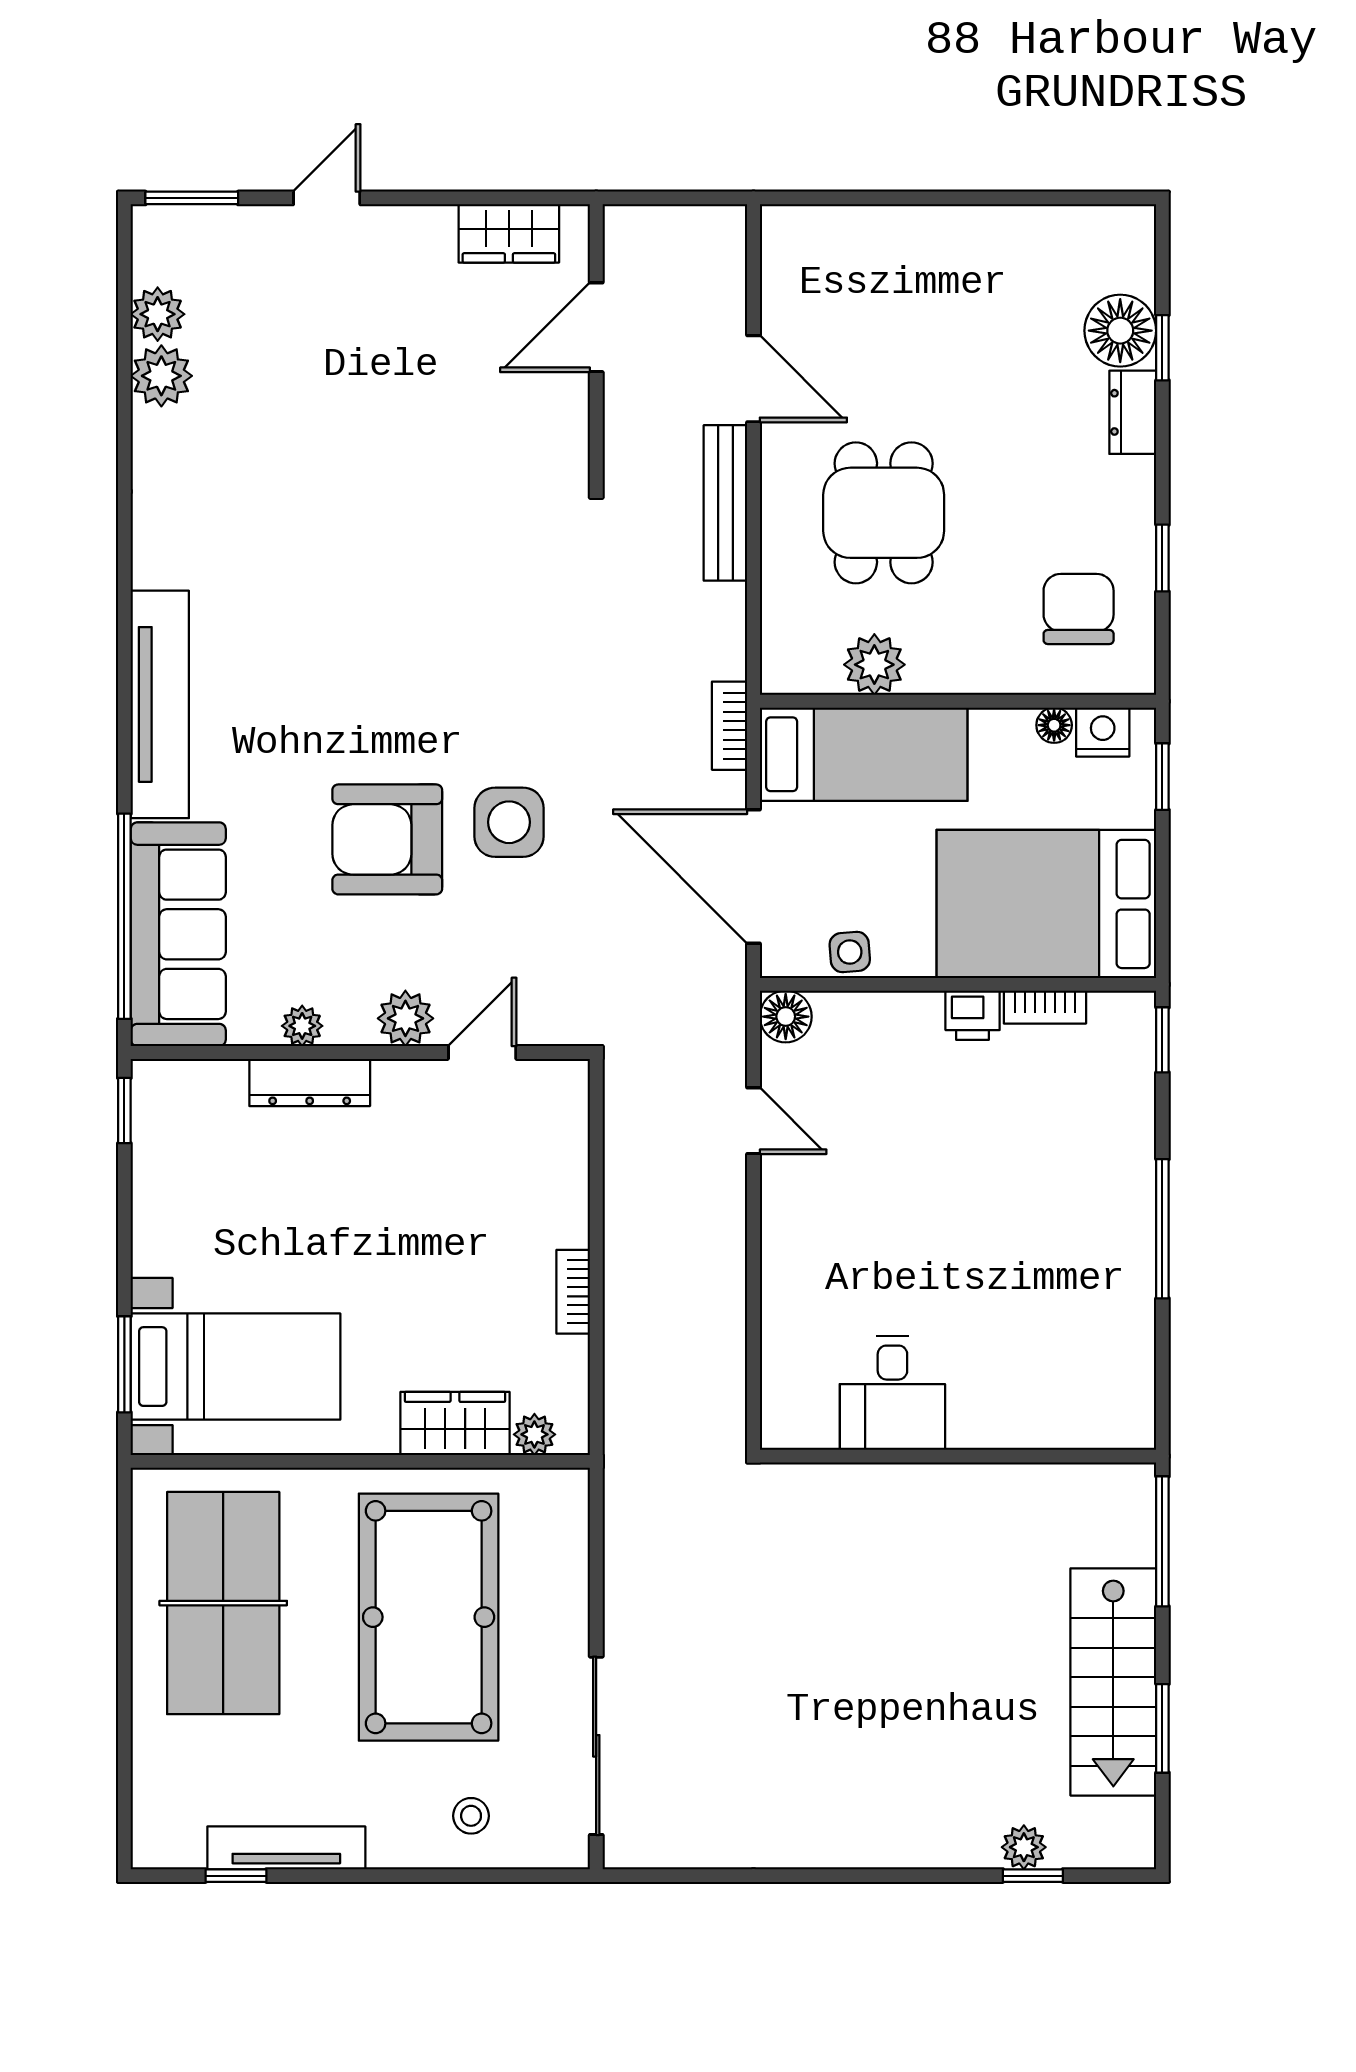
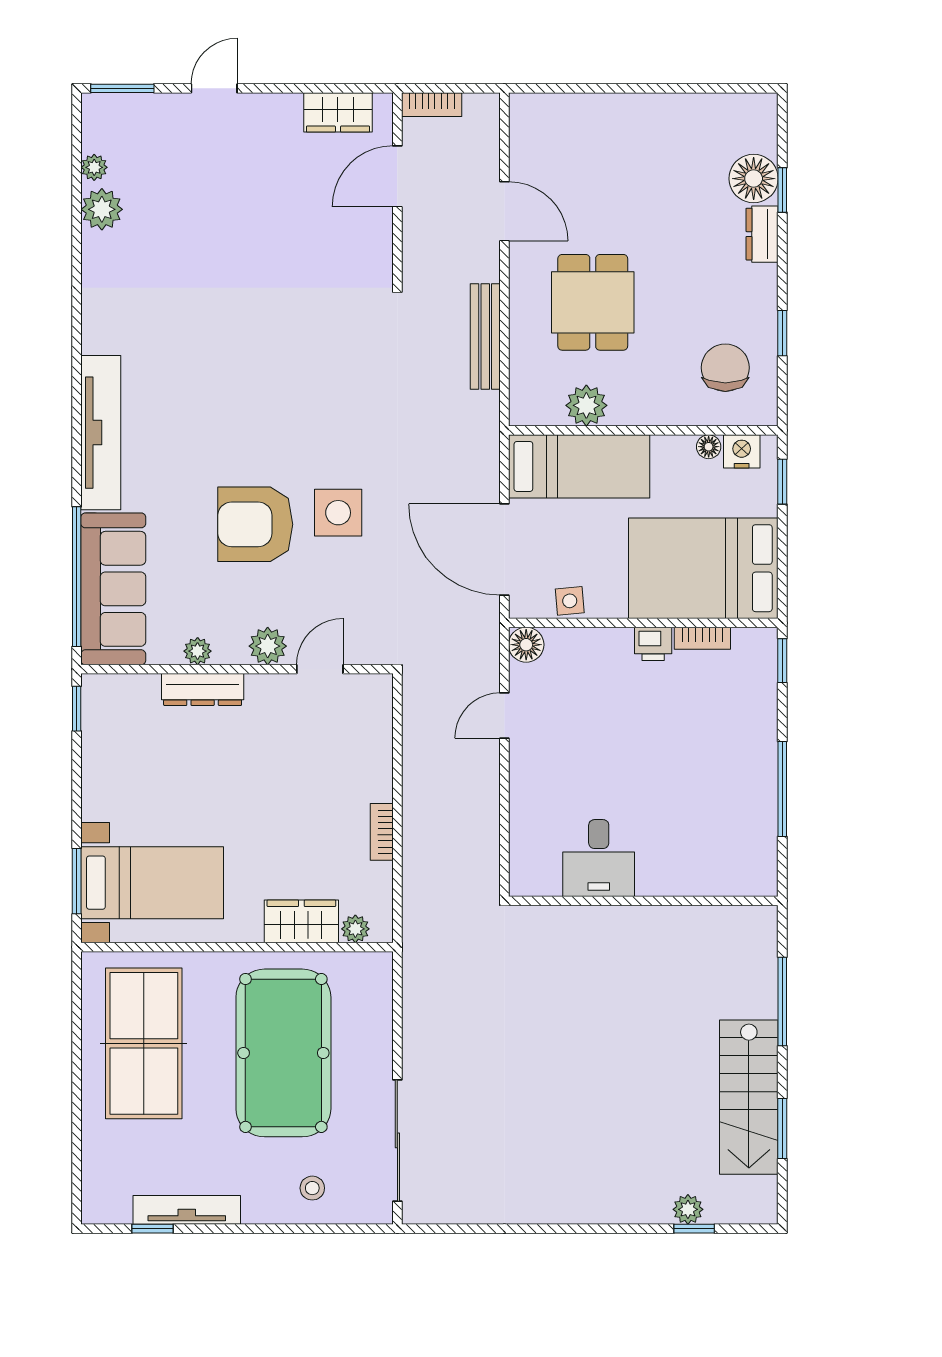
plant: (158, 314) -> (94, 167), width x0.73, depth x0.73
bench: (725, 503) -> (485, 336), moved
bookcase: (730, 726) -> (432, 105), moved, turned -90
door: (754, 1121) -> (504, 716), swing flipped
desk: (892, 1393) -> (599, 858), moved
wall: (958, 1456) -> (643, 901), moved

